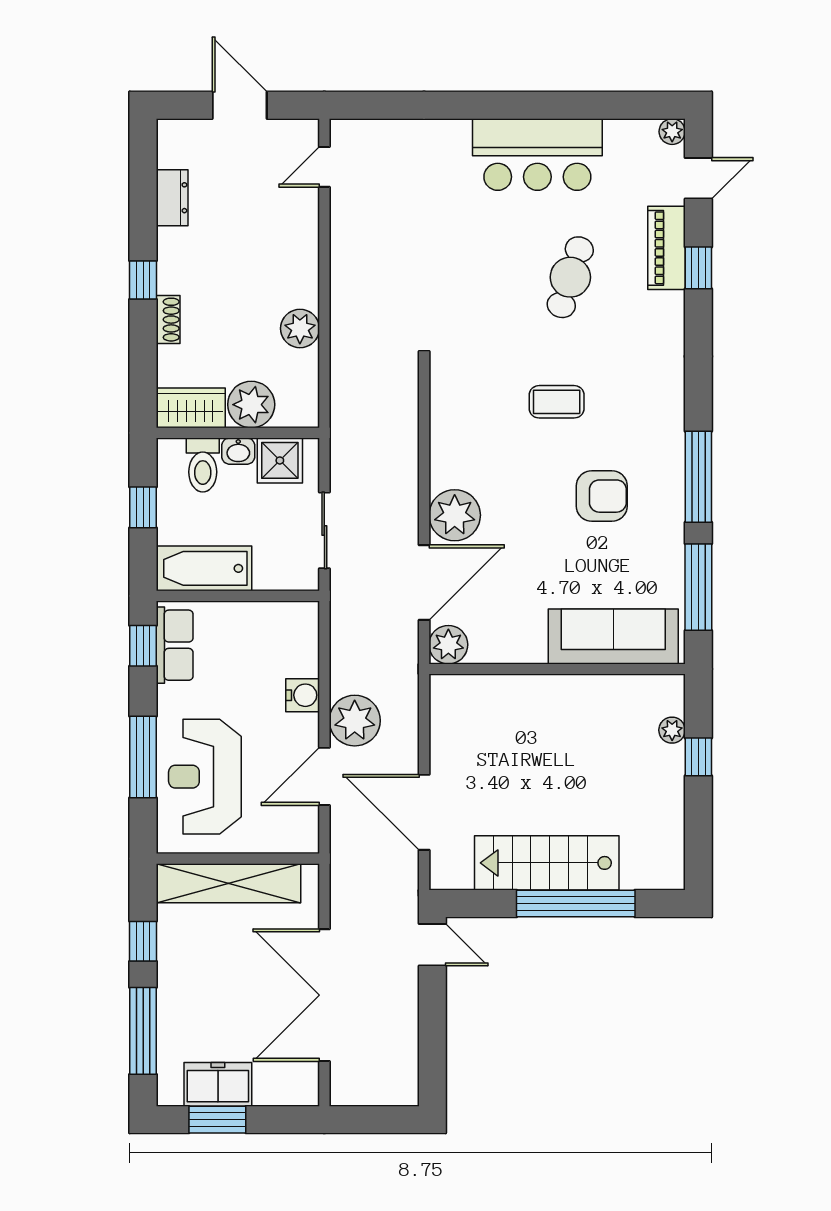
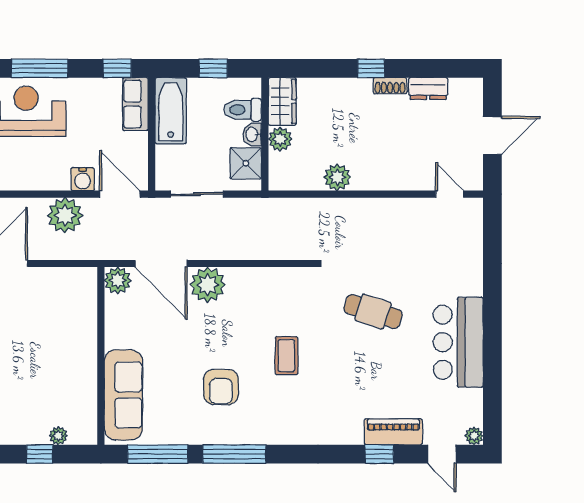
cafe table: (570, 277) -> (373, 312), moved
shoe rack: (168, 320) -> (390, 86), moved
plant: (251, 405) -> (280, 139), width x0.73, depth x0.73
row of seats: (175, 645) -> (135, 104), moved, turned 90
door: (324, 776) -> (120, 194), moved

